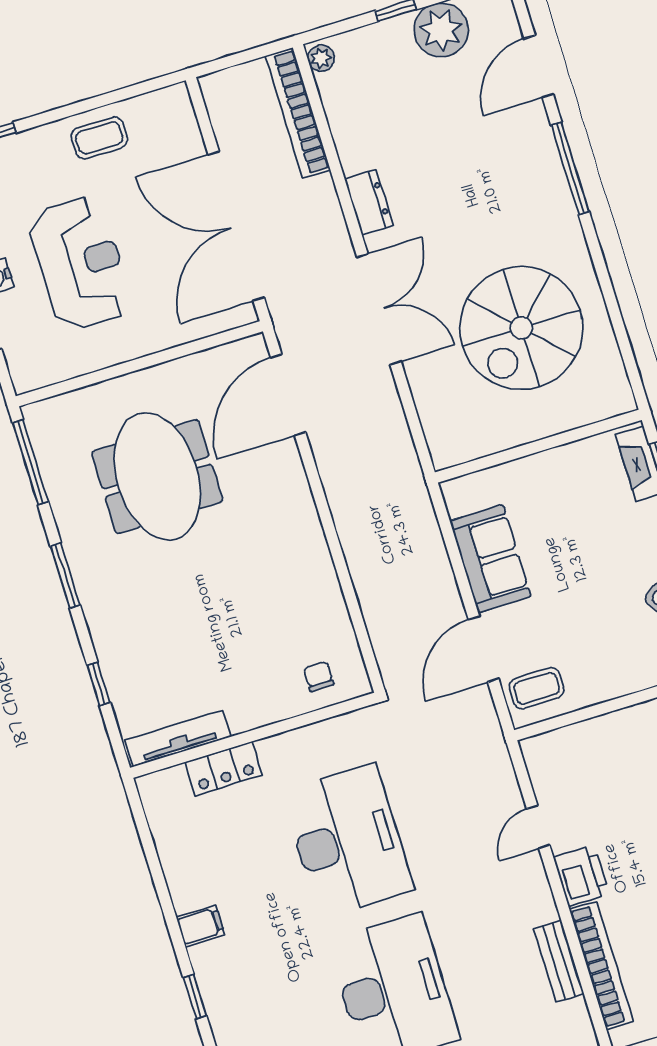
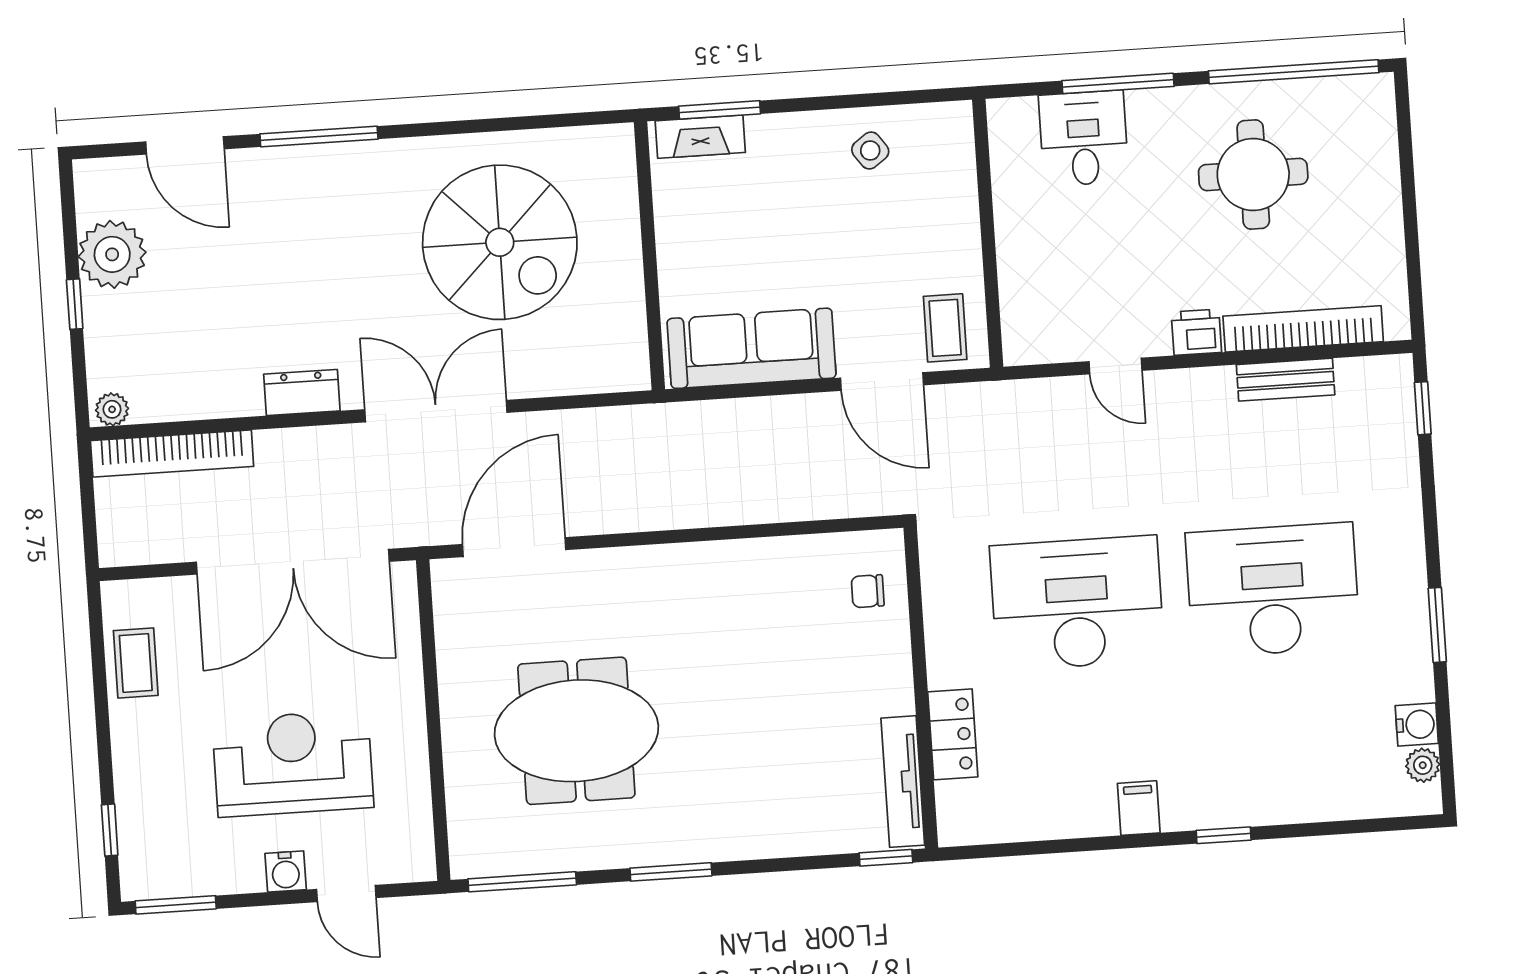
coffee table: (99, 138) -> (136, 663), moved
door: (288, 395) -> (514, 547), swing flipped
sofa: (490, 559) -> (752, 348), width x1.36
window: (99, 684) -> (886, 858), moved
printer: (581, 876) -> (1196, 332), width x0.73, depth x0.81

